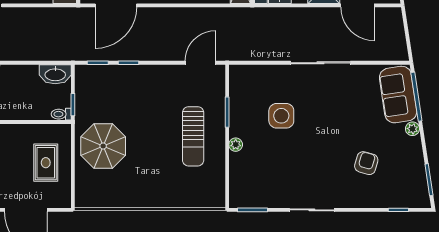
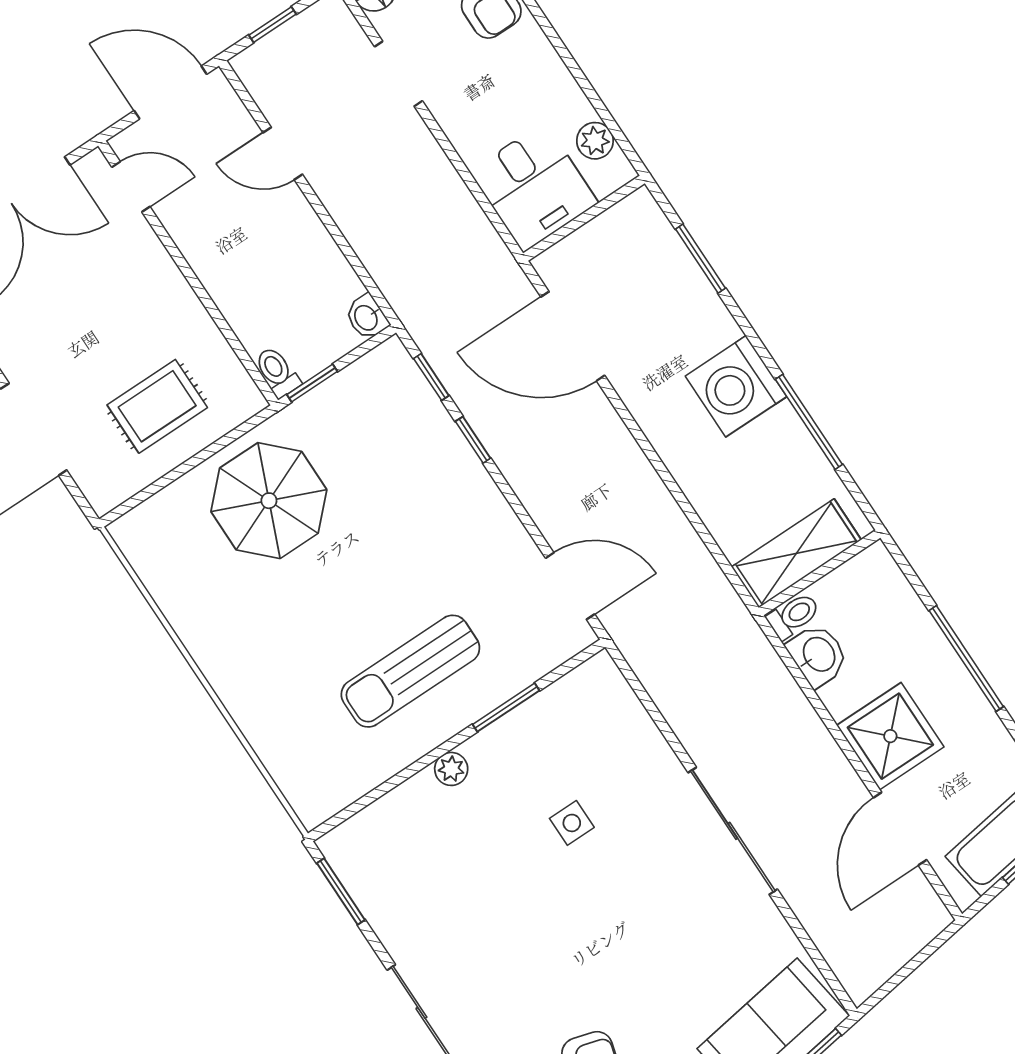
washbasin: (55, 74) -> (367, 317), width x0.52, depth x0.69
side table: (281, 116) -> (572, 823), width x0.54, depth x0.54

